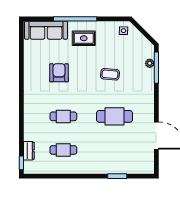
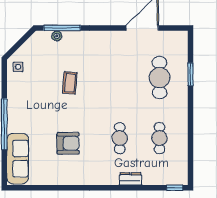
rug: (84, 38) -> (27, 114), removed
armchair: (59, 73) -> (68, 143), turned 180
cafe table: (114, 116) -> (159, 78), moved
dresser: (29, 151) -> (130, 179), moved

